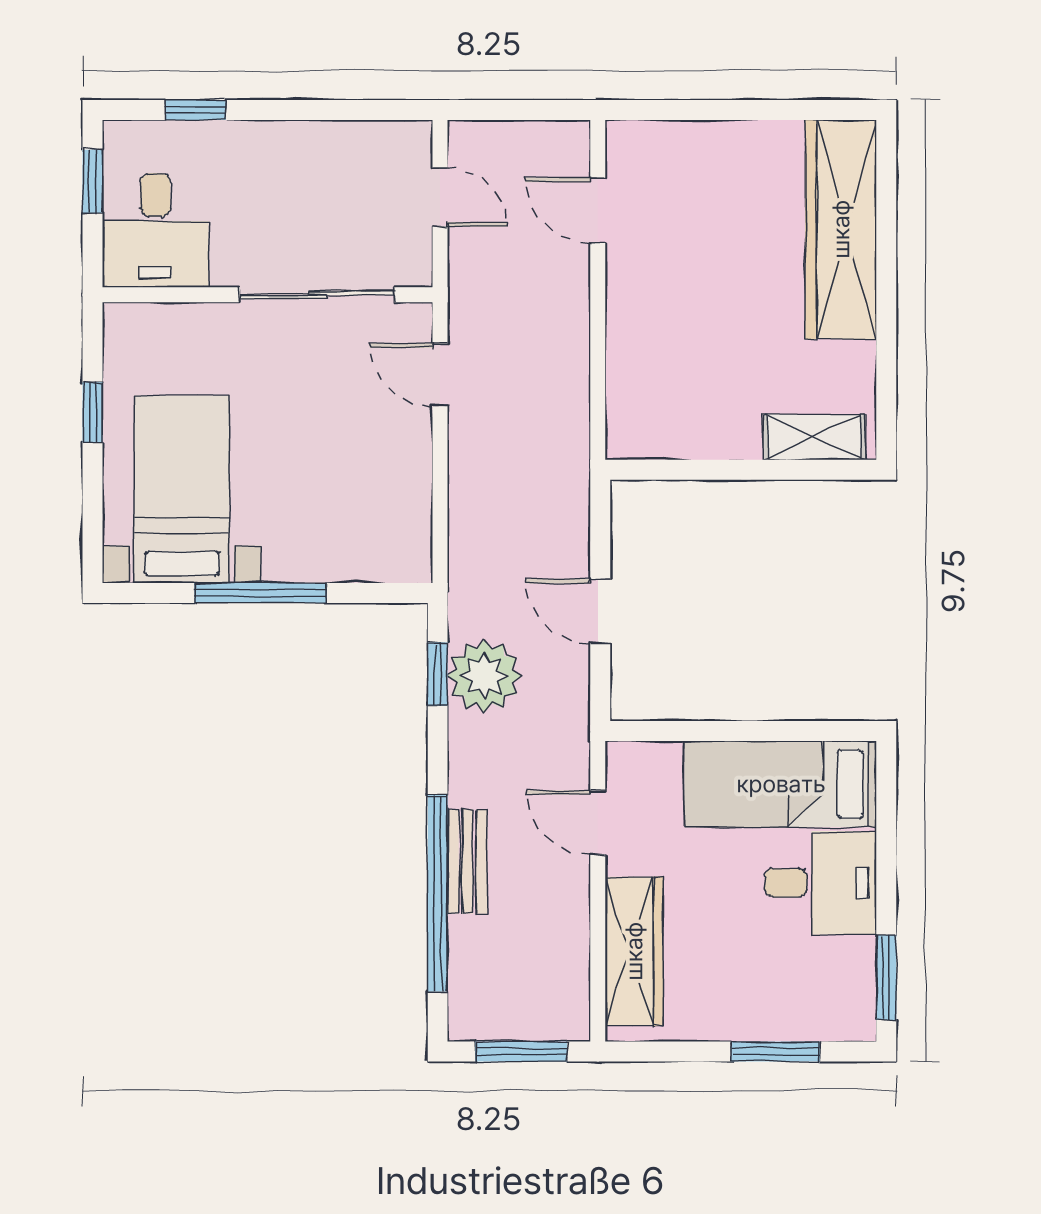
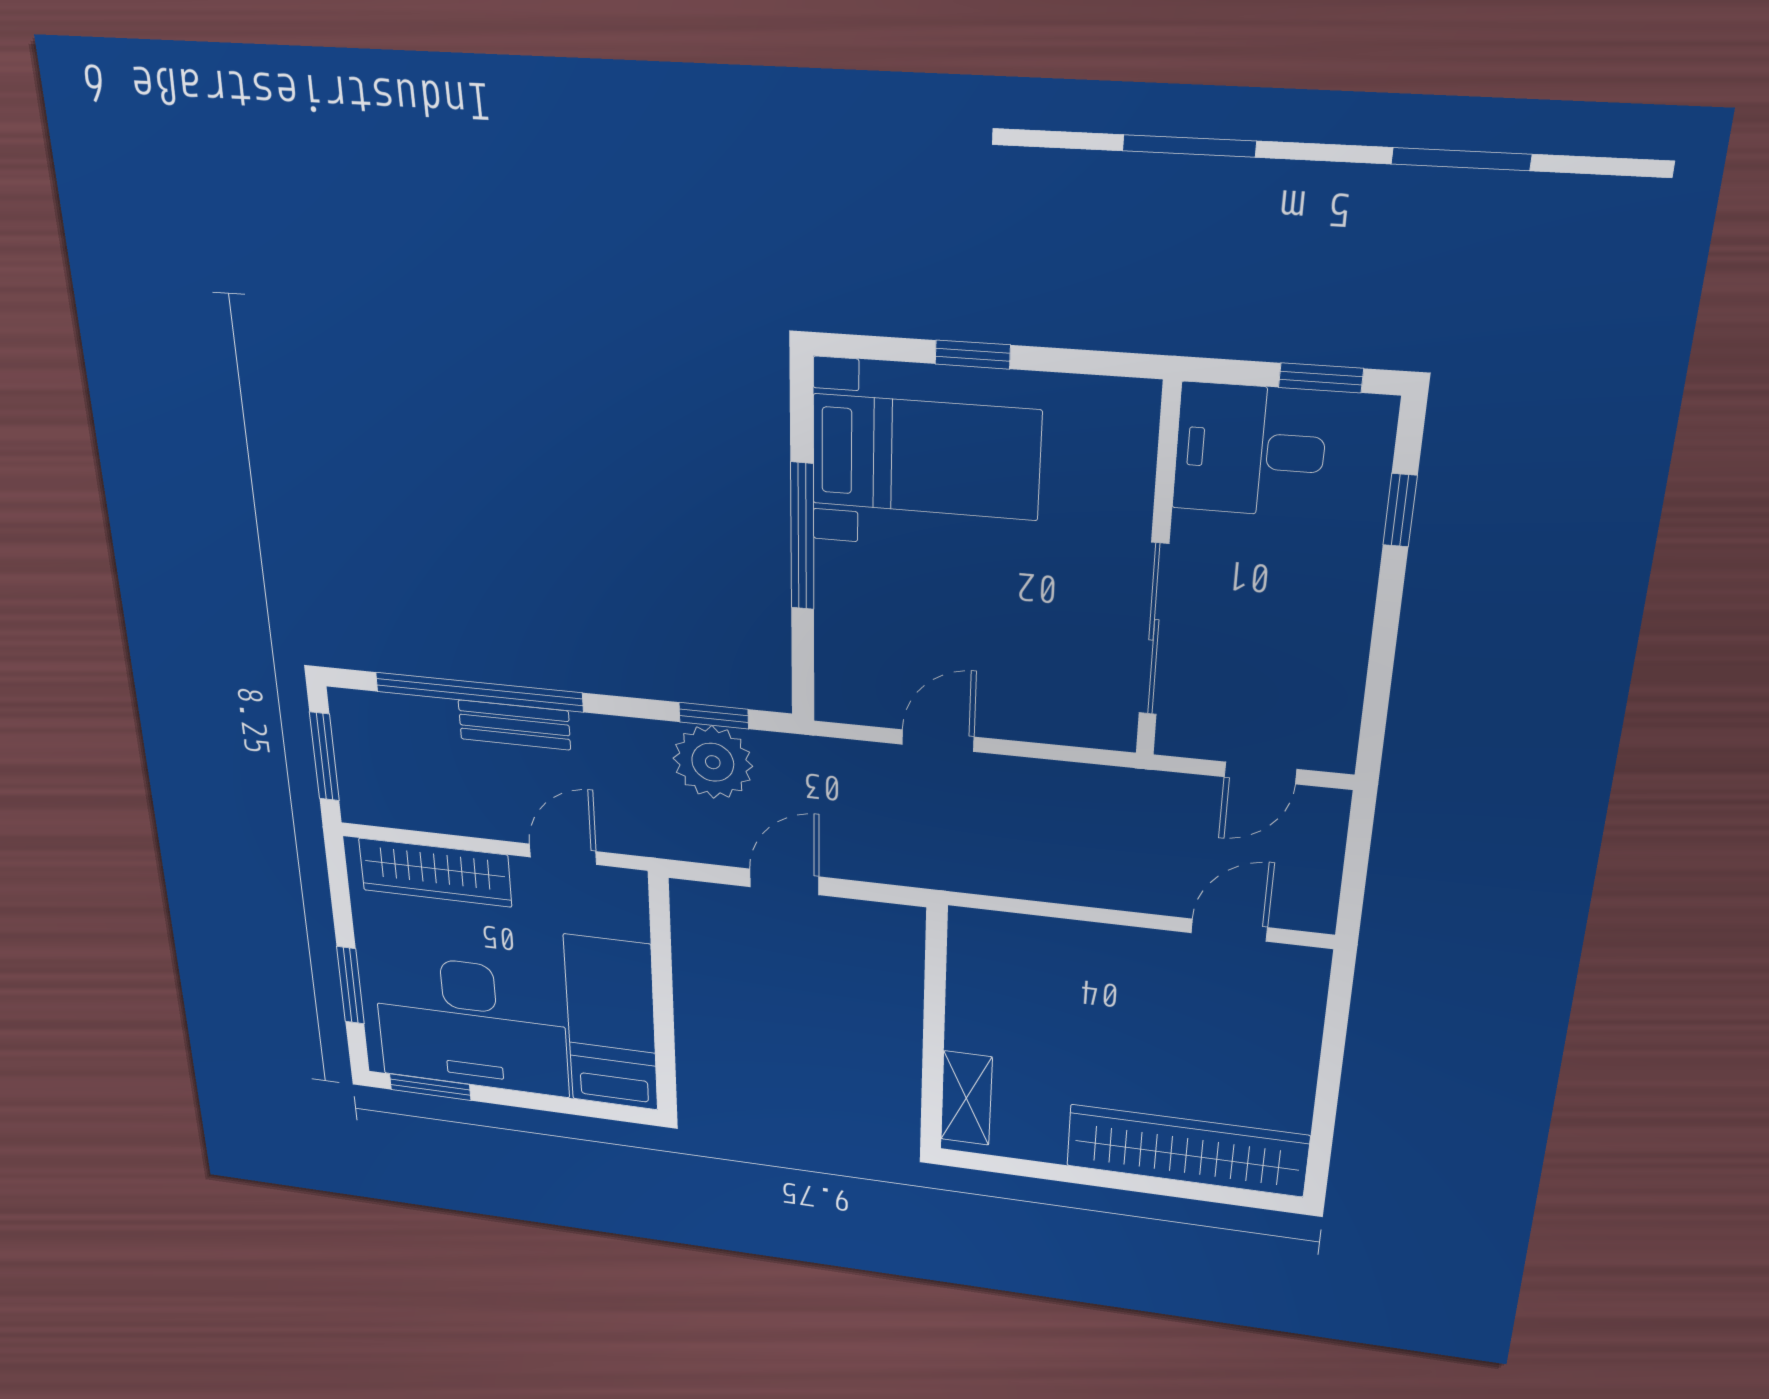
door: (440, 375) -> (938, 741), moved
window: (93, 412) -> (973, 355), moved
desk: (821, 883) -> (471, 1025), width x1.87, depth x1.30

